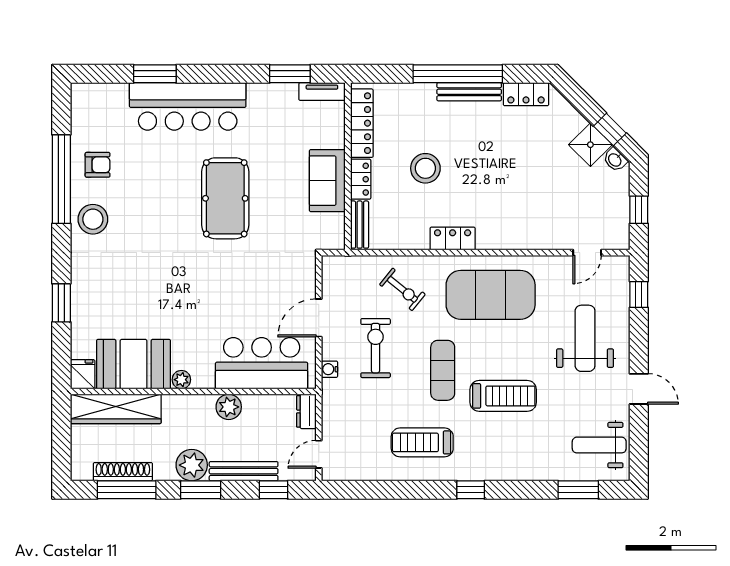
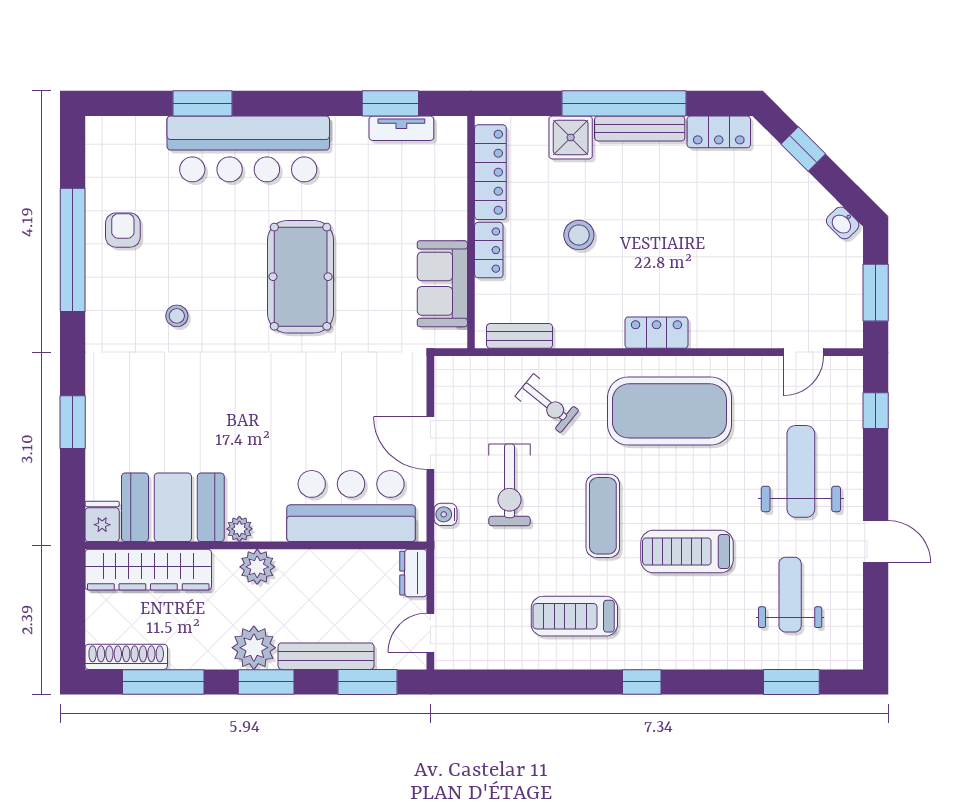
tv unit: (322, 92) -> (401, 128), moved
window: (610, 130) -> (803, 149), moved
shower: (590, 145) -> (571, 137), moved, turned 45
armchair: (98, 165) -> (123, 230), turned -90
stool: (425, 168) -> (579, 235), width x0.73, depth x0.73
sofa: (327, 181) -> (442, 284), moved
window: (639, 210) -> (876, 293), width x1.50
stool: (93, 219) -> (177, 316), moved, width x0.53, depth x0.53
bench: (360, 225) -> (519, 336), moved, turned 90
locker: (453, 239) -> (656, 333), moved
door: (319, 318) -> (430, 443), hinge flipped
exercise bike: (376, 348) -> (509, 485), turned 180
treadmill: (503, 396) -> (687, 552), turned 180
plant: (229, 407) -> (257, 567), moved
weight bench: (599, 445) -> (790, 595), moved, turned 90
shoe rack: (123, 472) -> (126, 657), moved
window: (273, 490) -> (368, 682), width x1.50

